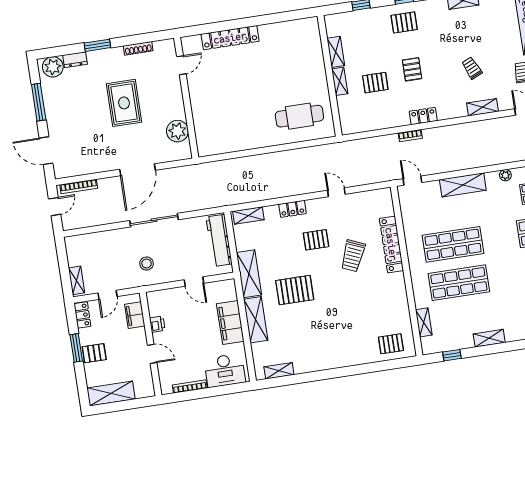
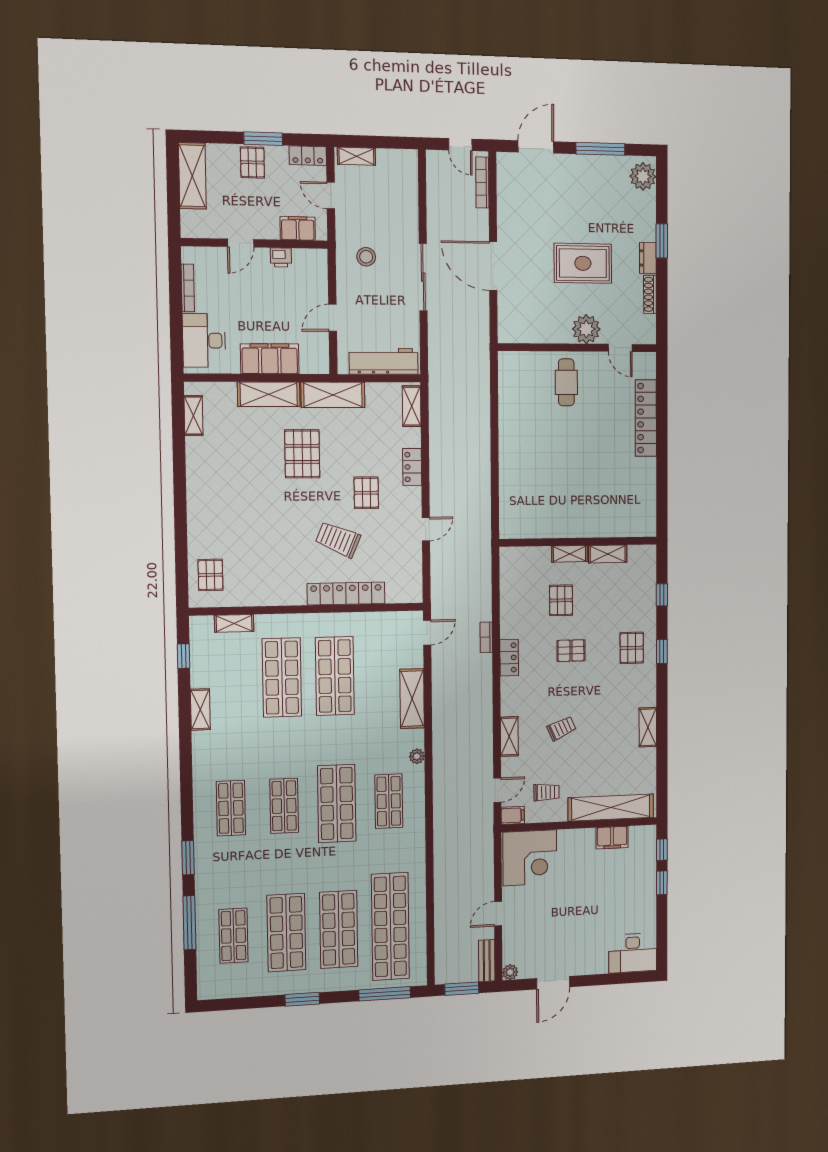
dresser: (75, 60) -> (648, 258), moved
cafe table: (299, 116) -> (566, 382), moved, width x0.73, depth x0.74
plant: (177, 131) -> (586, 329), moved

